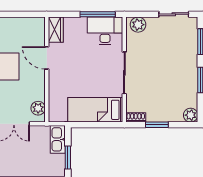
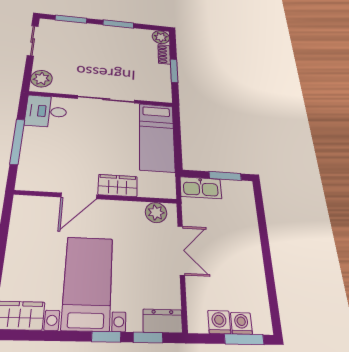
window: (98, 14) -> (17, 141), moved
wardrobe: (56, 30) -> (118, 185), moved
desk: (105, 31) -> (46, 111), width x0.73
shoe rack: (136, 117) -> (164, 54), moved

